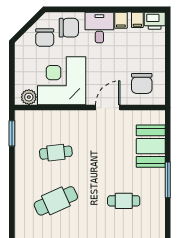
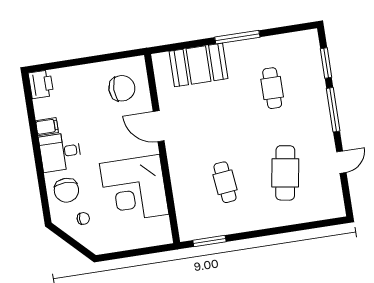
filing cabinet: (137, 20) -> (43, 106), removed
chair: (69, 28) -> (66, 190), turned 180
chair: (45, 37) -> (83, 218), width x0.54, depth x0.54
plant: (29, 97) -> (161, 227), removed
cafe table: (56, 201) -> (285, 173), turned 33

